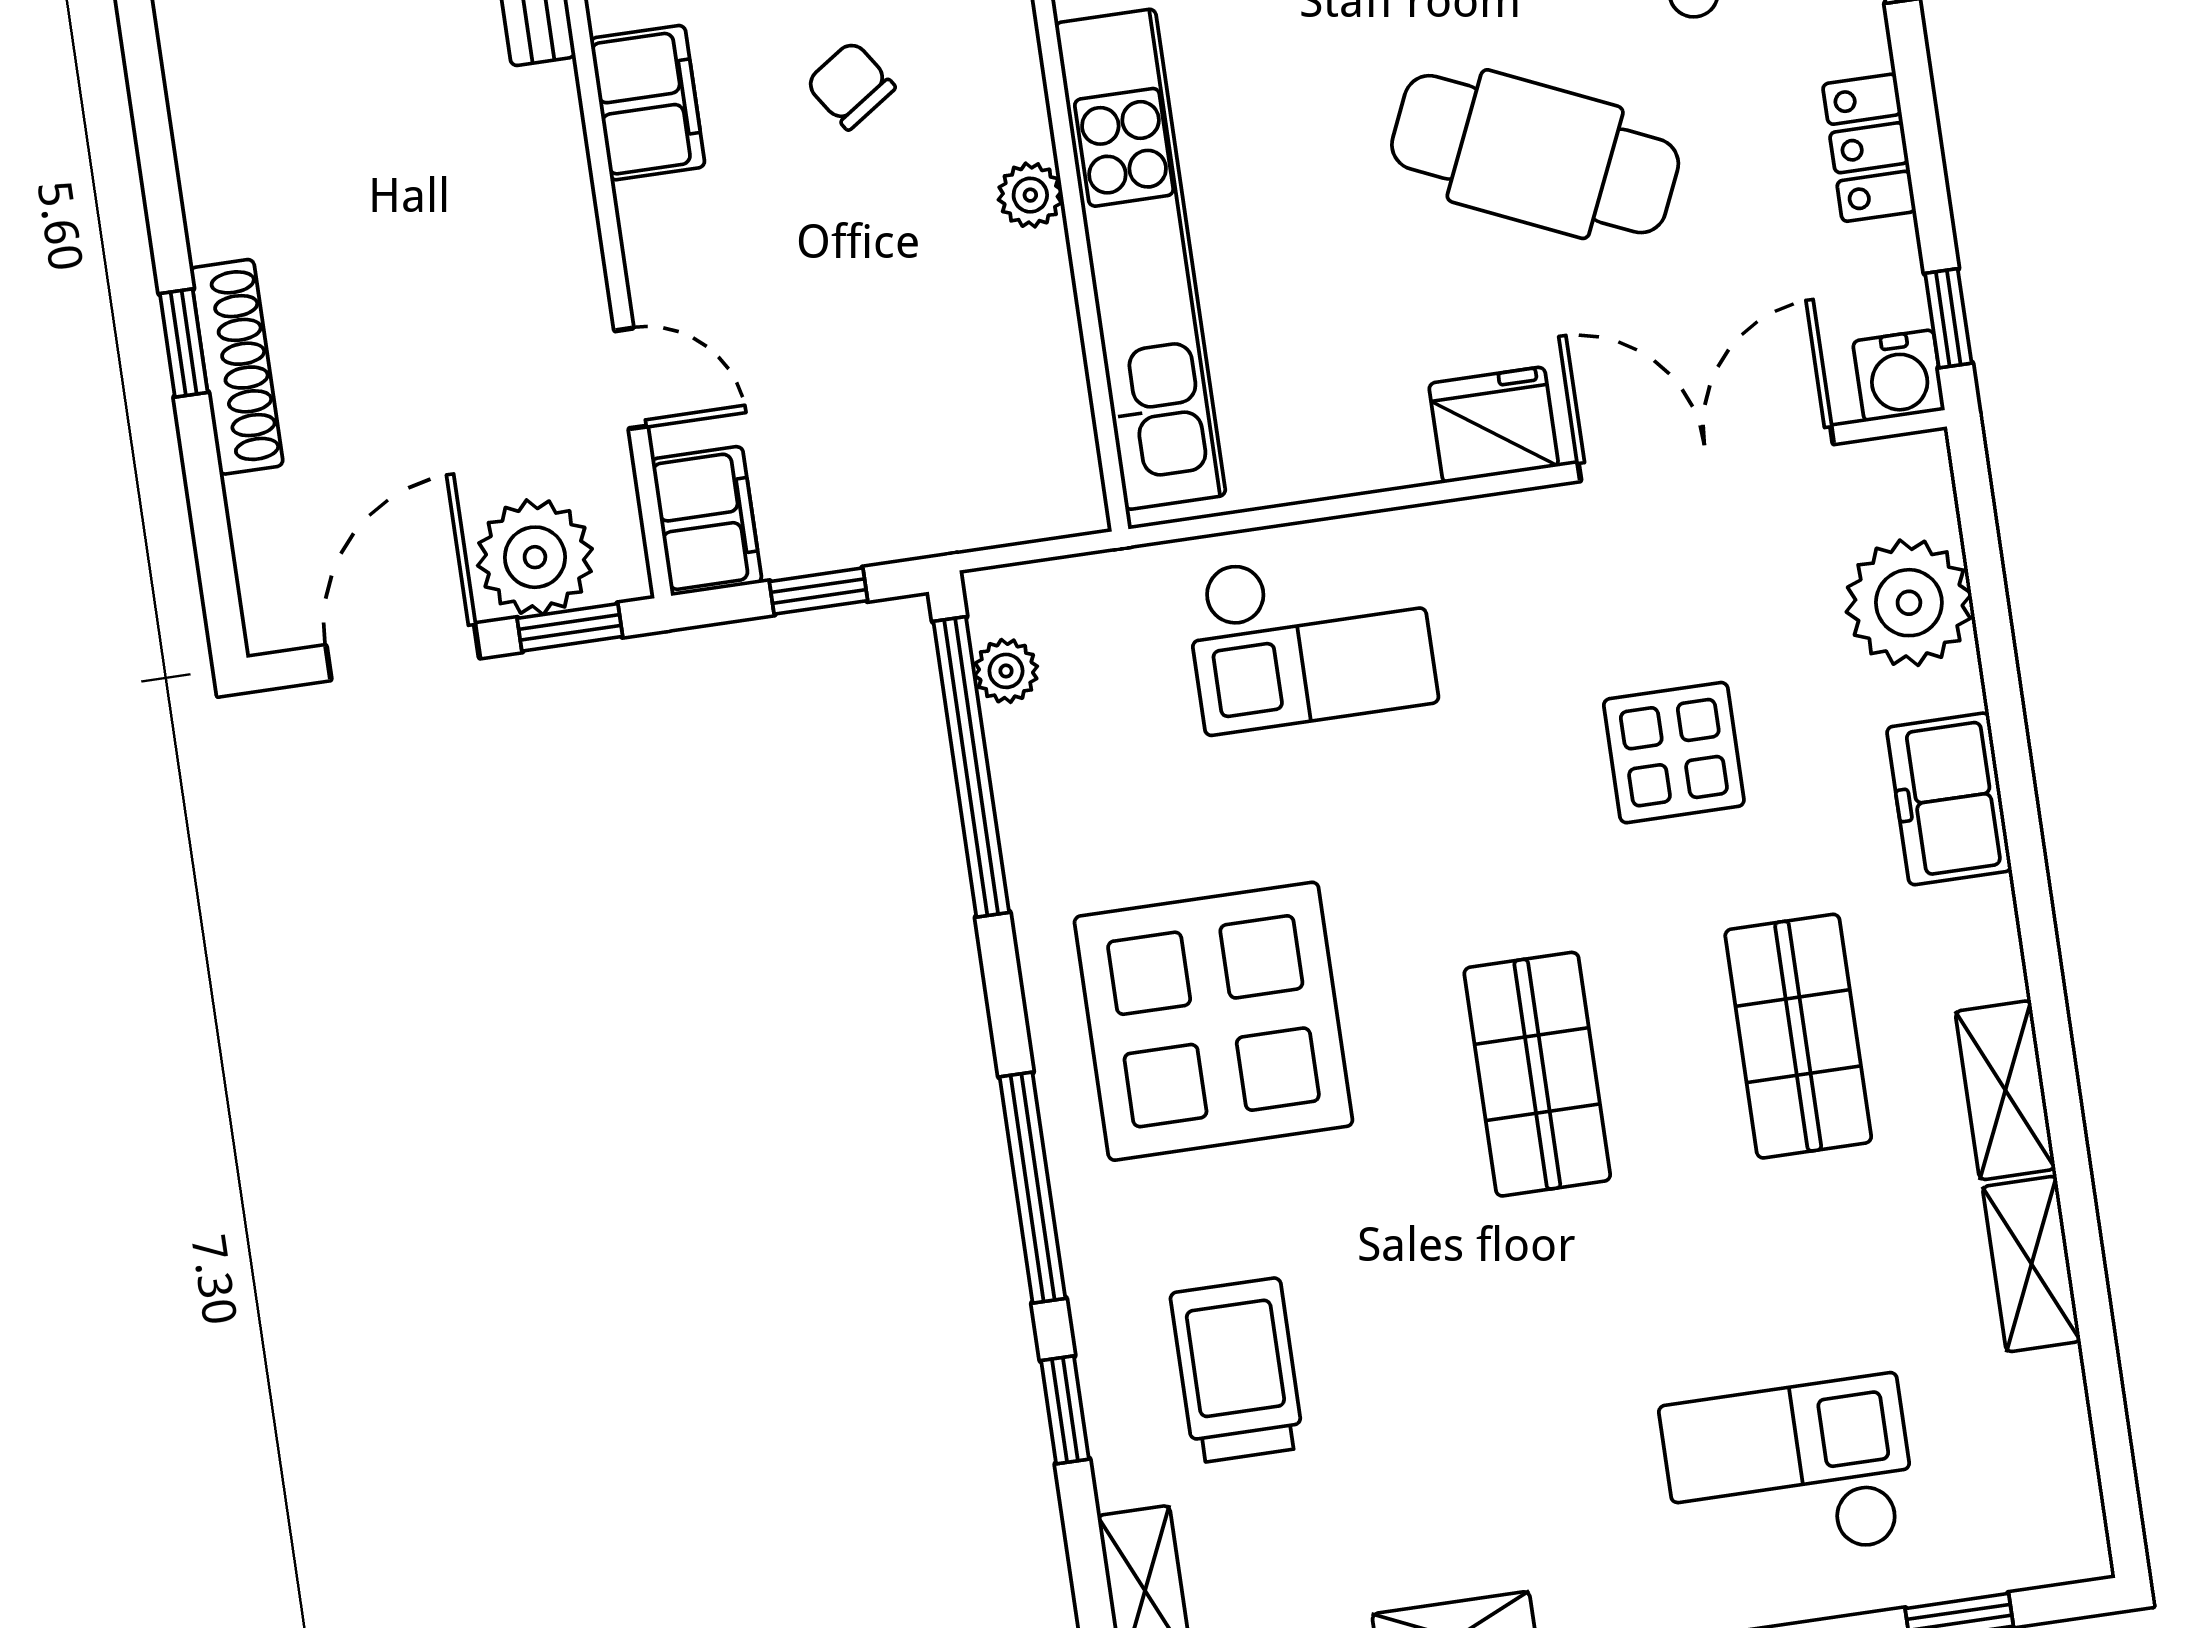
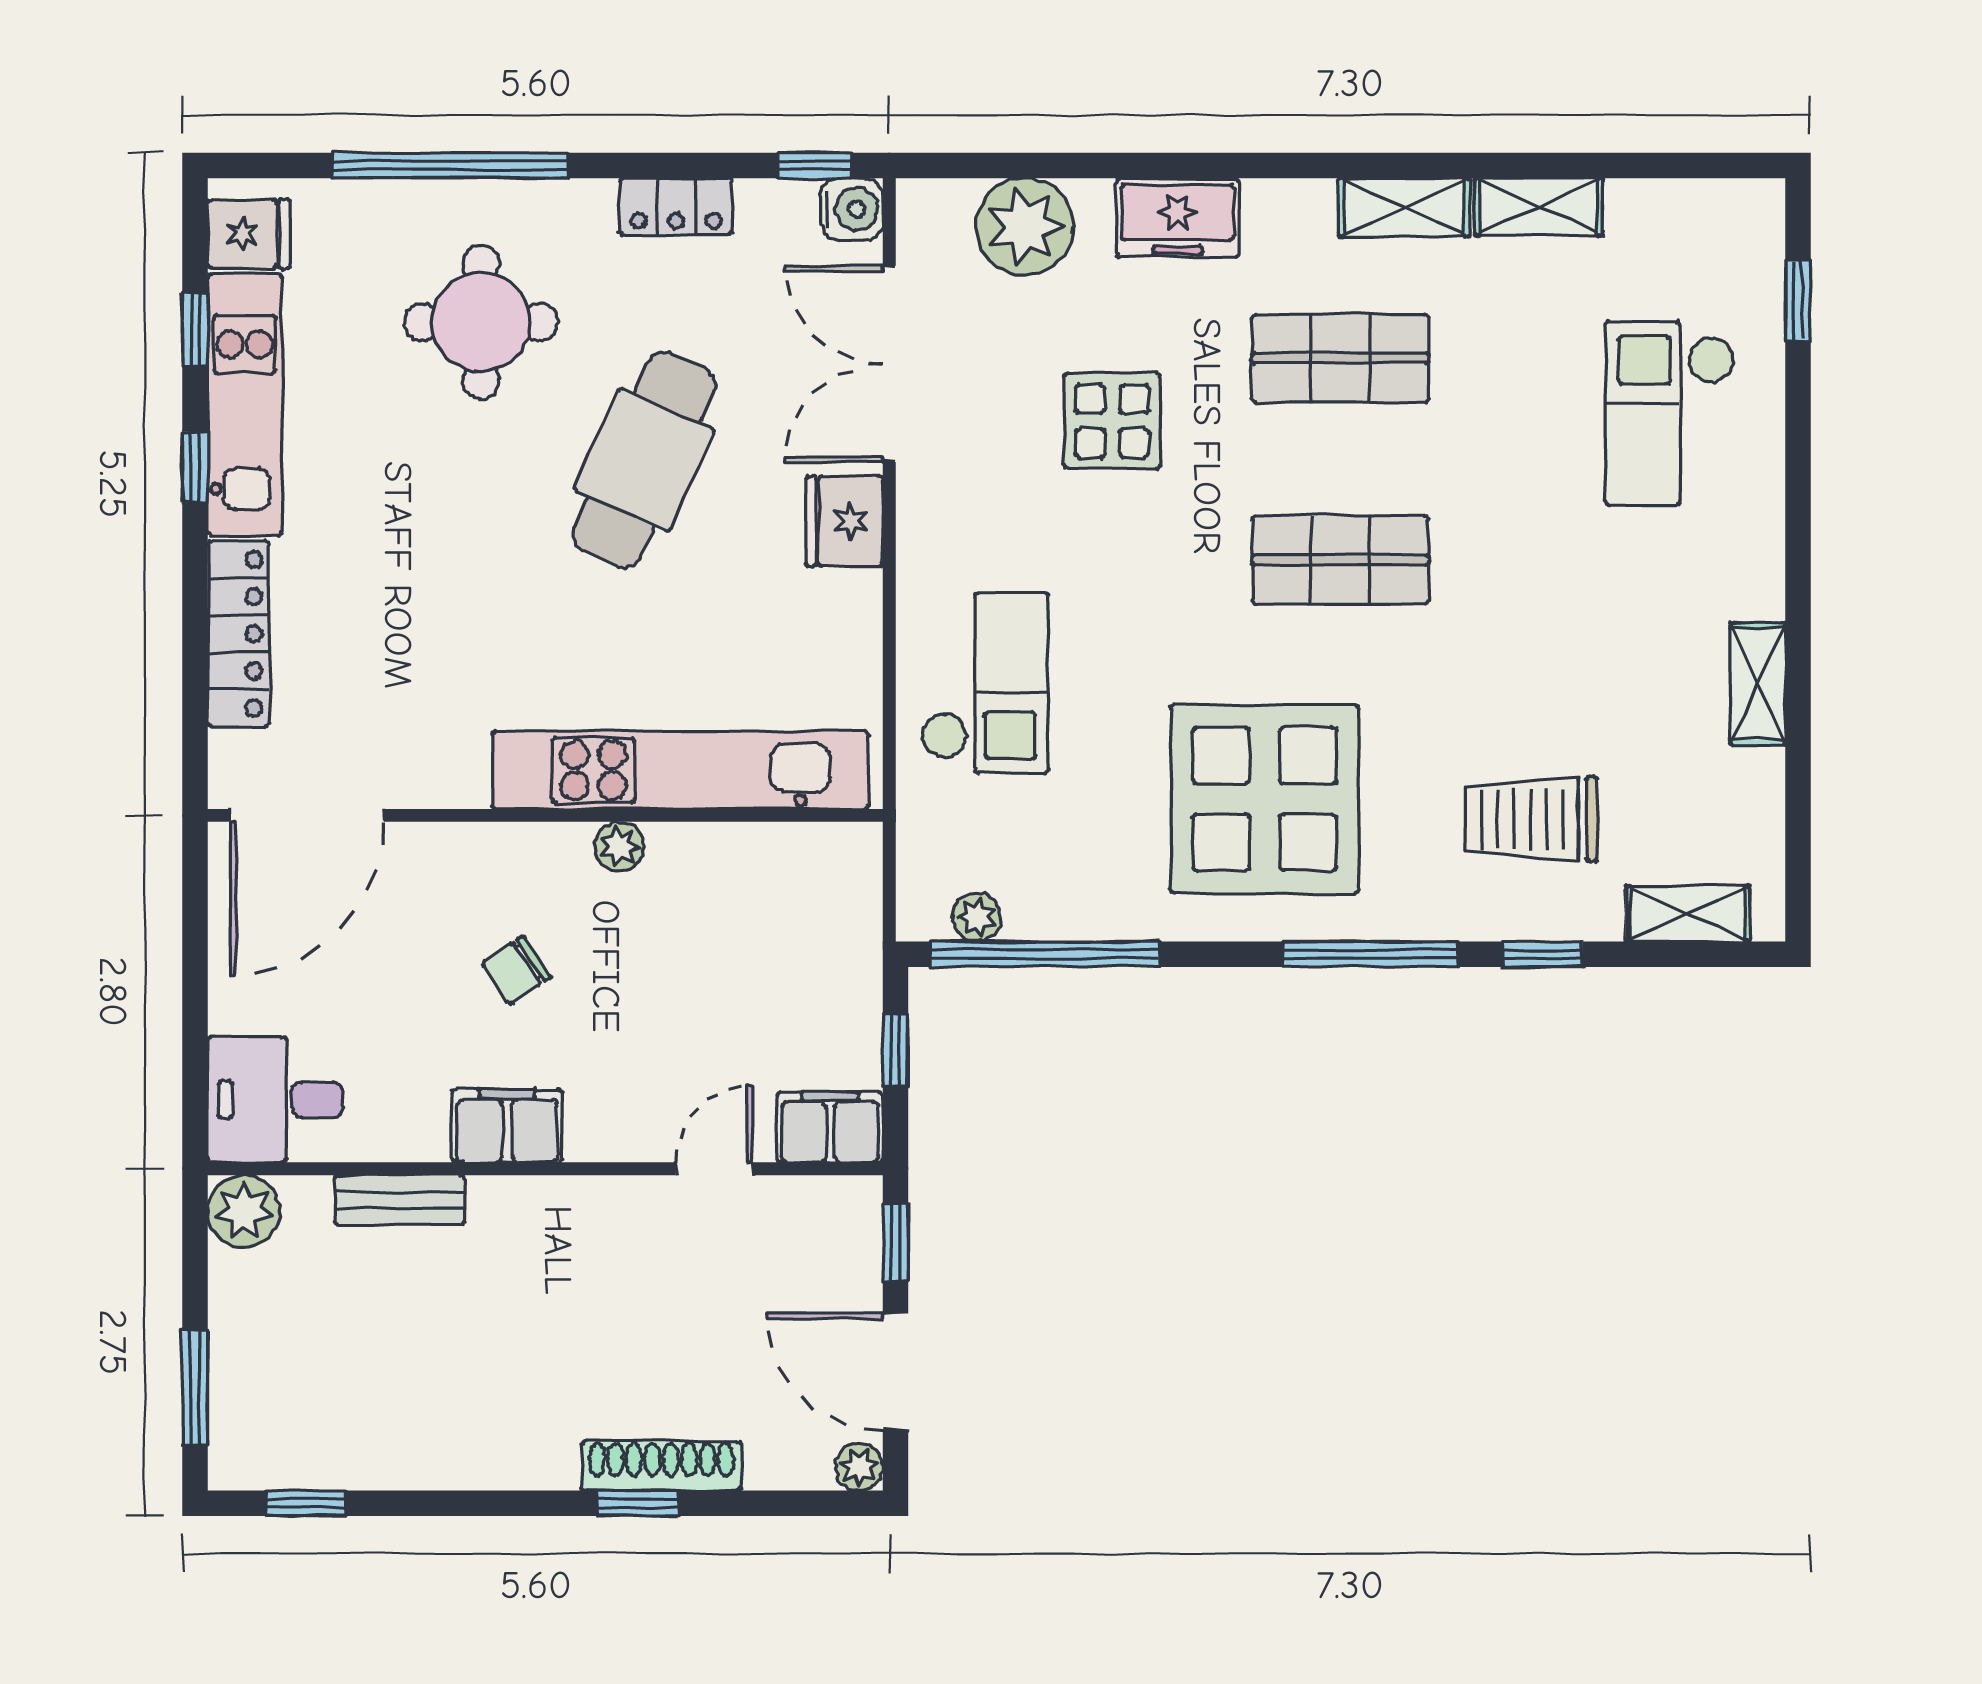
plant: (535, 557) -> (859, 1467), moved, width x0.53, depth x0.53

